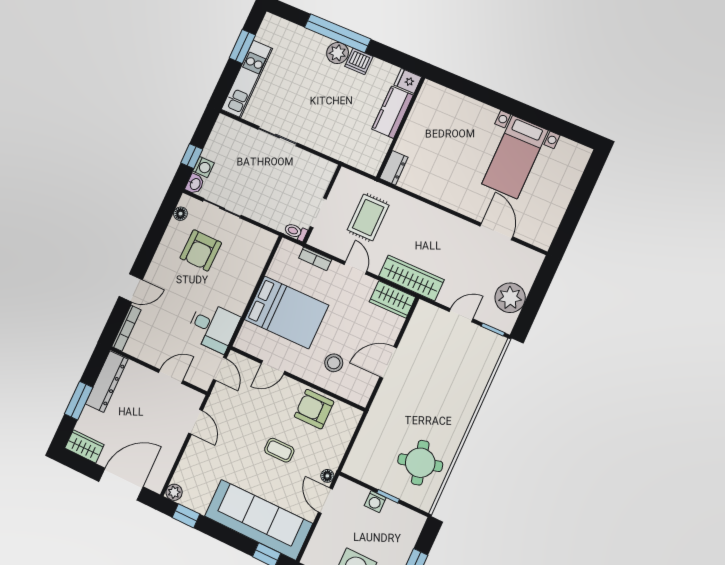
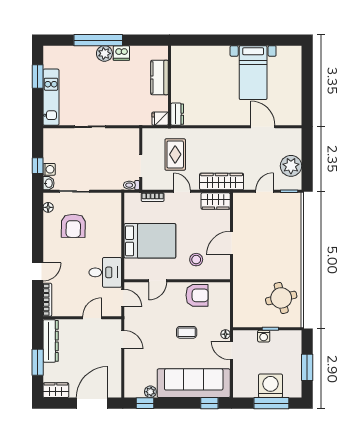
fridge: (408, 81) -> (160, 119), moved
armchair: (314, 409) -> (197, 295), turned 180
plant: (174, 492) -> (150, 392), moved

